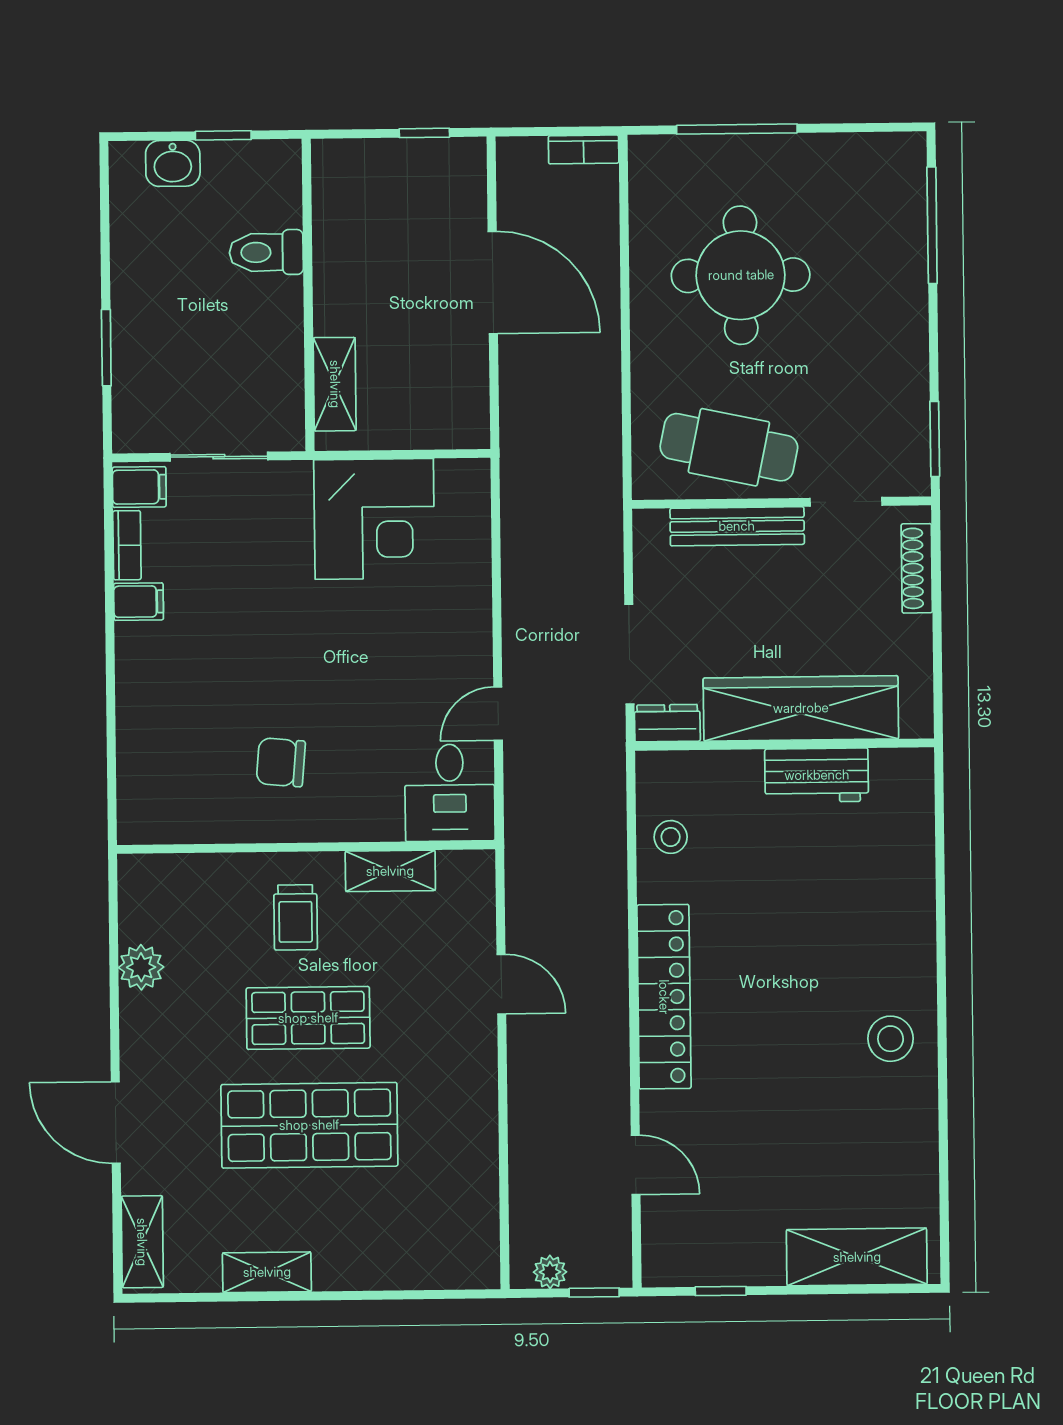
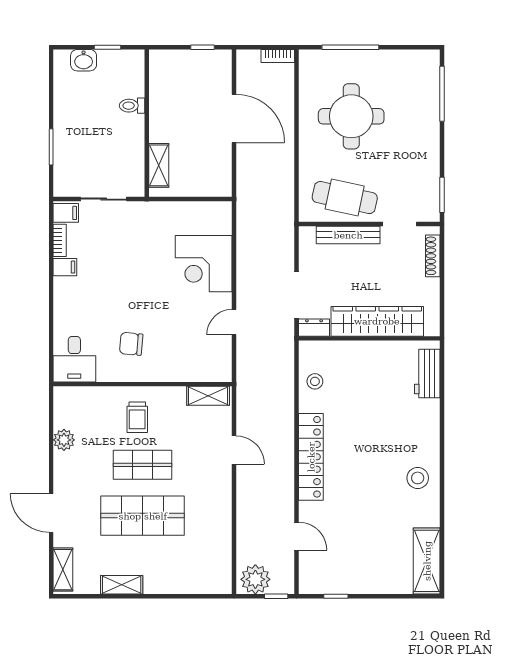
toilet: (266, 252) -> (132, 106), width x0.73, depth x0.72
corner desk: (374, 519) -> (204, 264), moved, turned 90
workbench: (817, 775) -> (427, 373), moved, turned 90
desk: (450, 793) -> (74, 359), moved
shelving: (390, 871) -> (208, 396), moved
shelving: (857, 1257) -> (427, 561), moved, turned 90
plant: (550, 1272) -> (255, 579), width x1.87, depth x1.87

